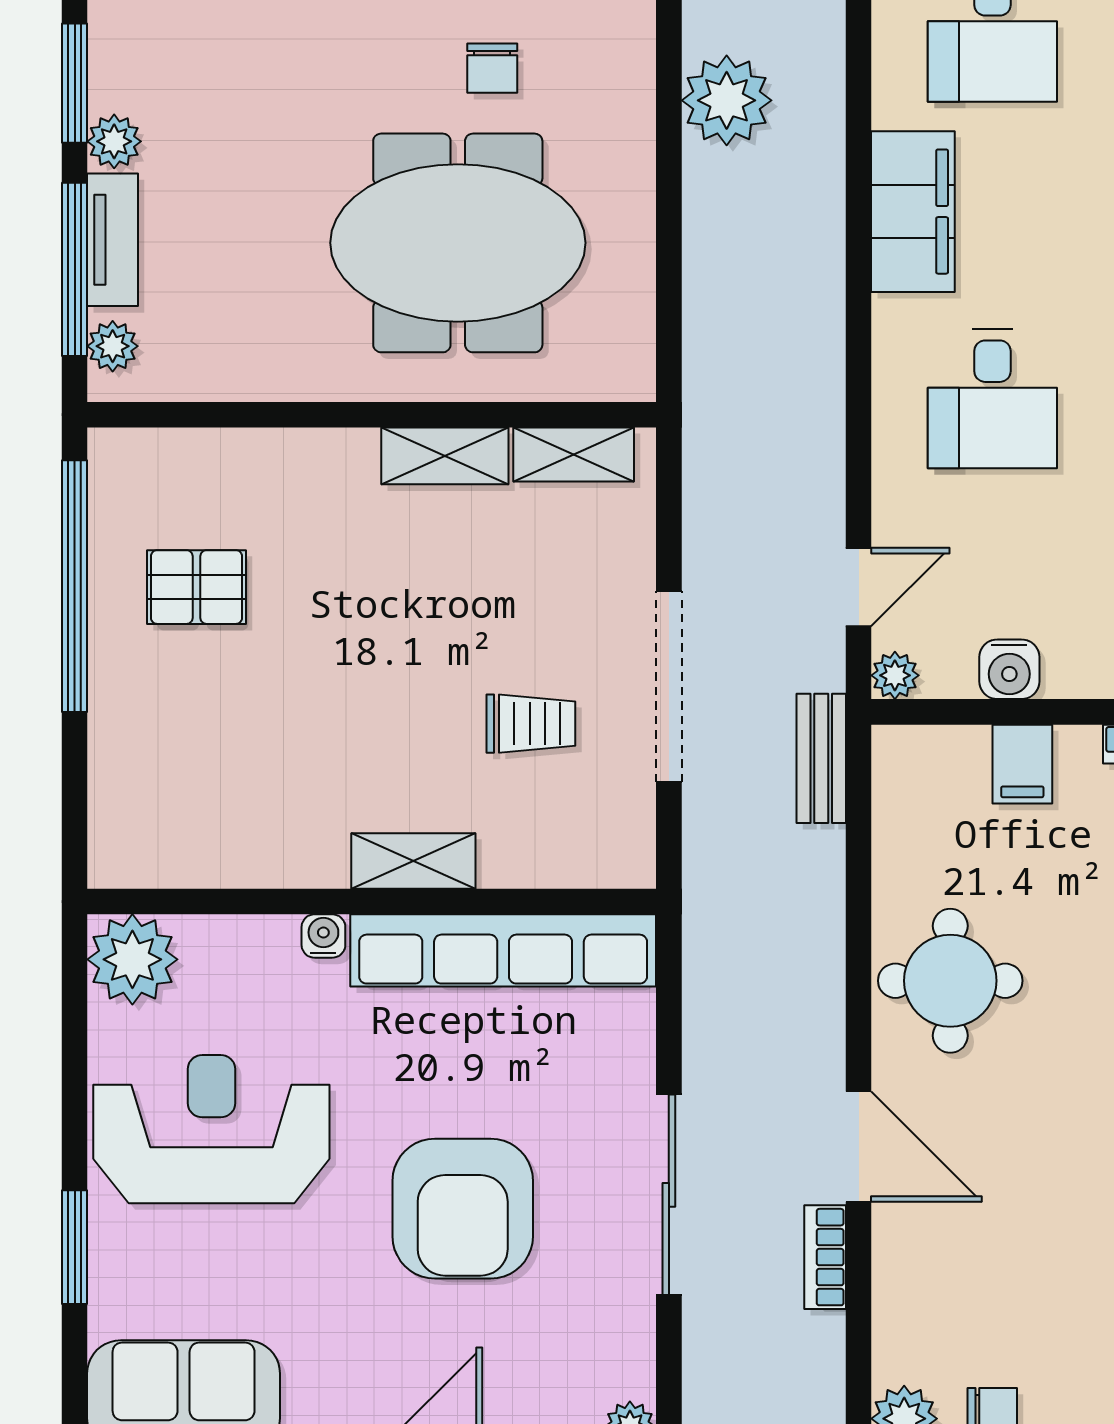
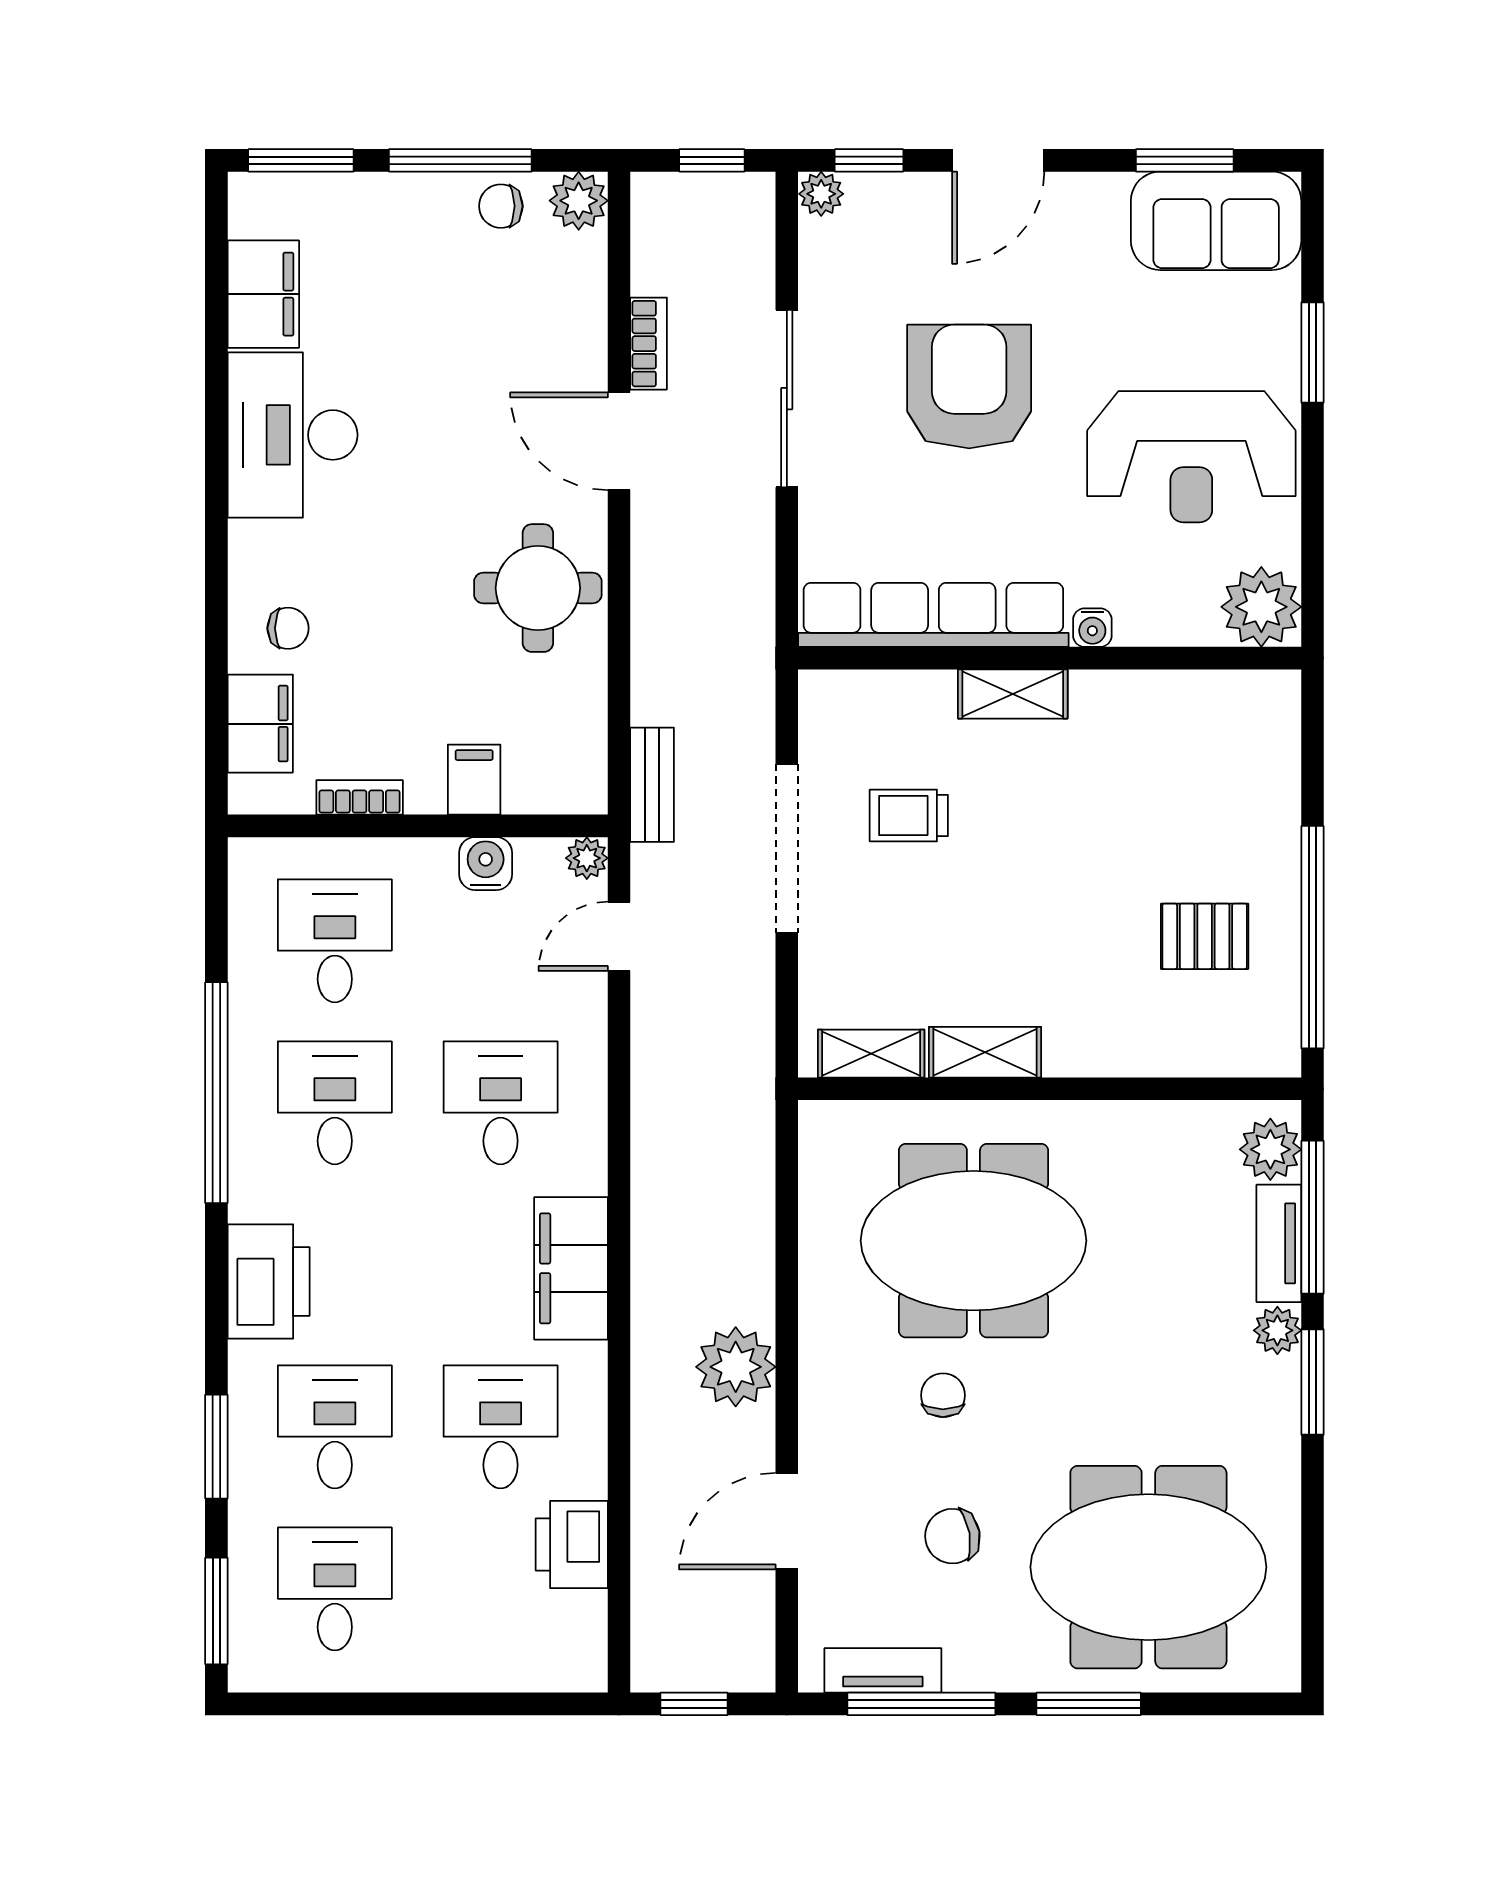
plant: (113, 346) -> (1270, 1149), width x1.38, depth x1.38

